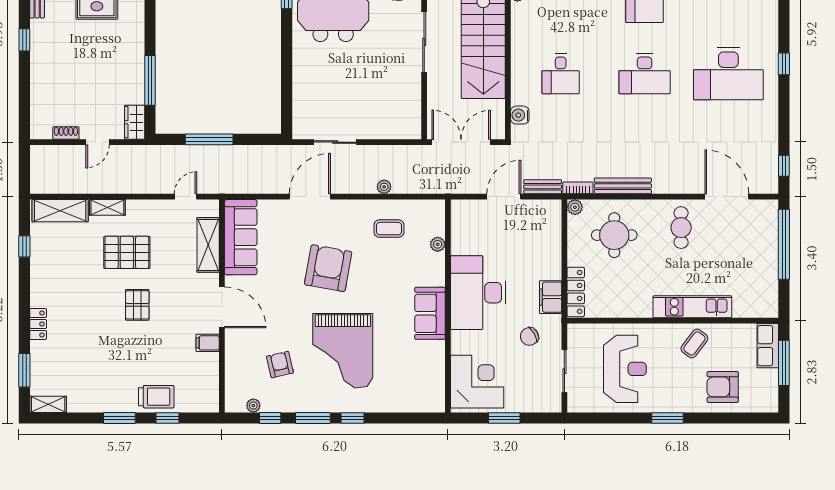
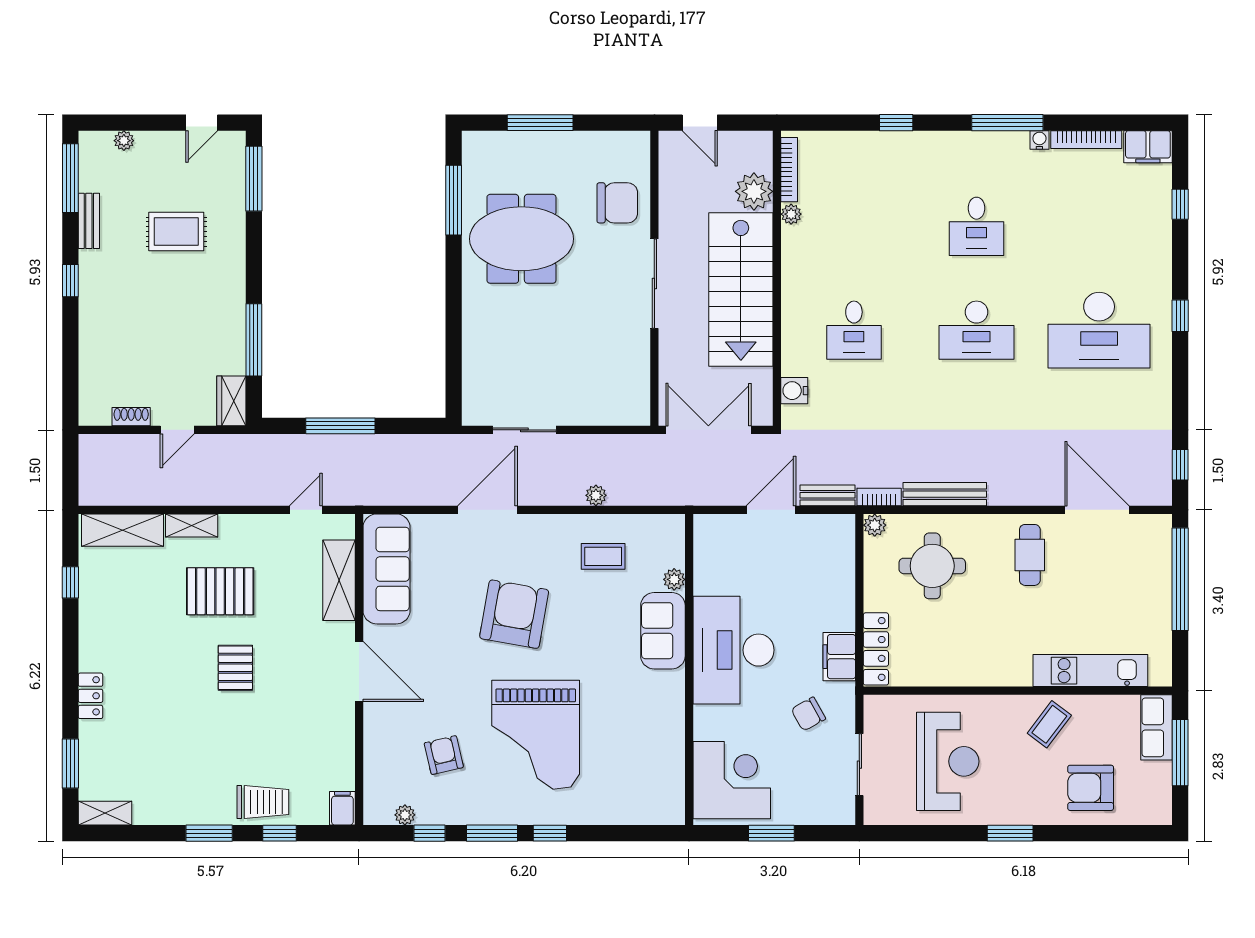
kitchen unit: (692, 307) -> (1090, 671), moved
sofa: (430, 313) -> (663, 631), moved
filing cabinet: (208, 343) -> (342, 808), moved, turned 90

